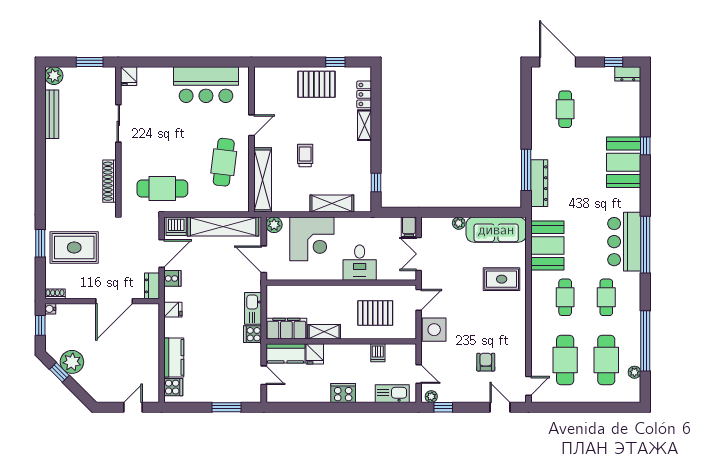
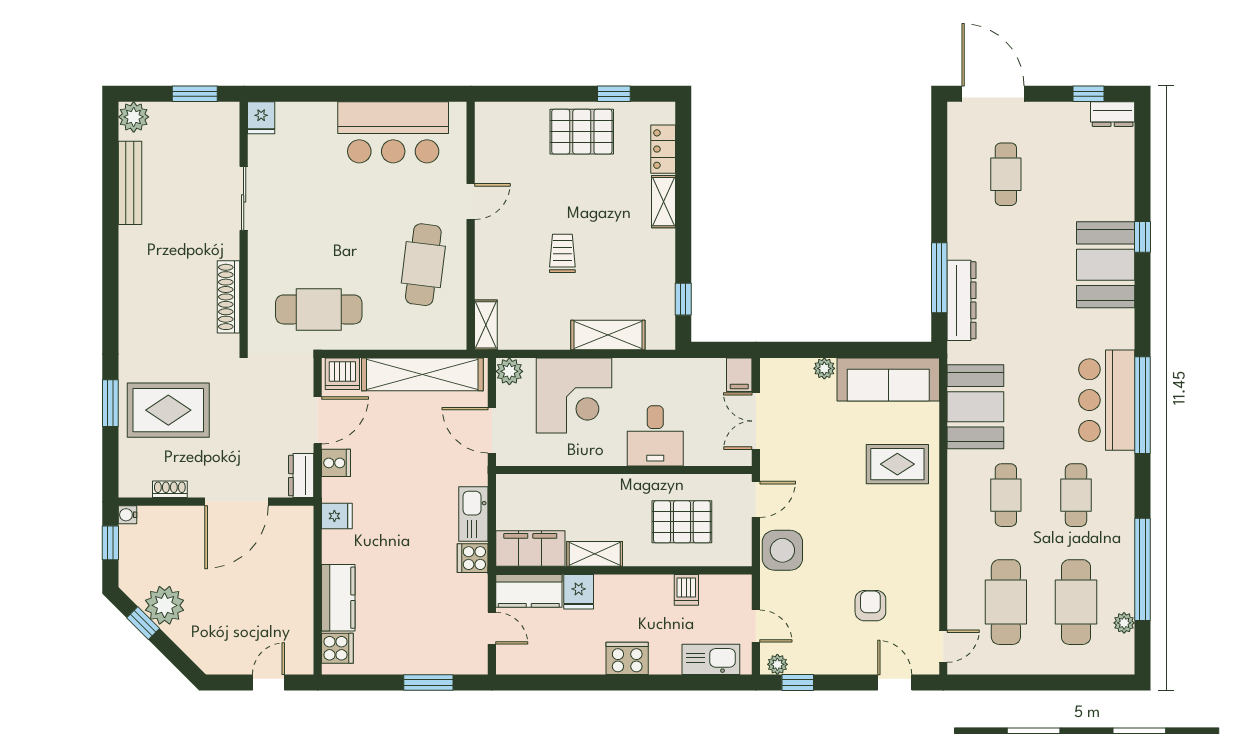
shelving: (263, 180) -> (486, 325), width x0.45, depth x0.75
shoe rack: (55, 294) -> (170, 489), moved

